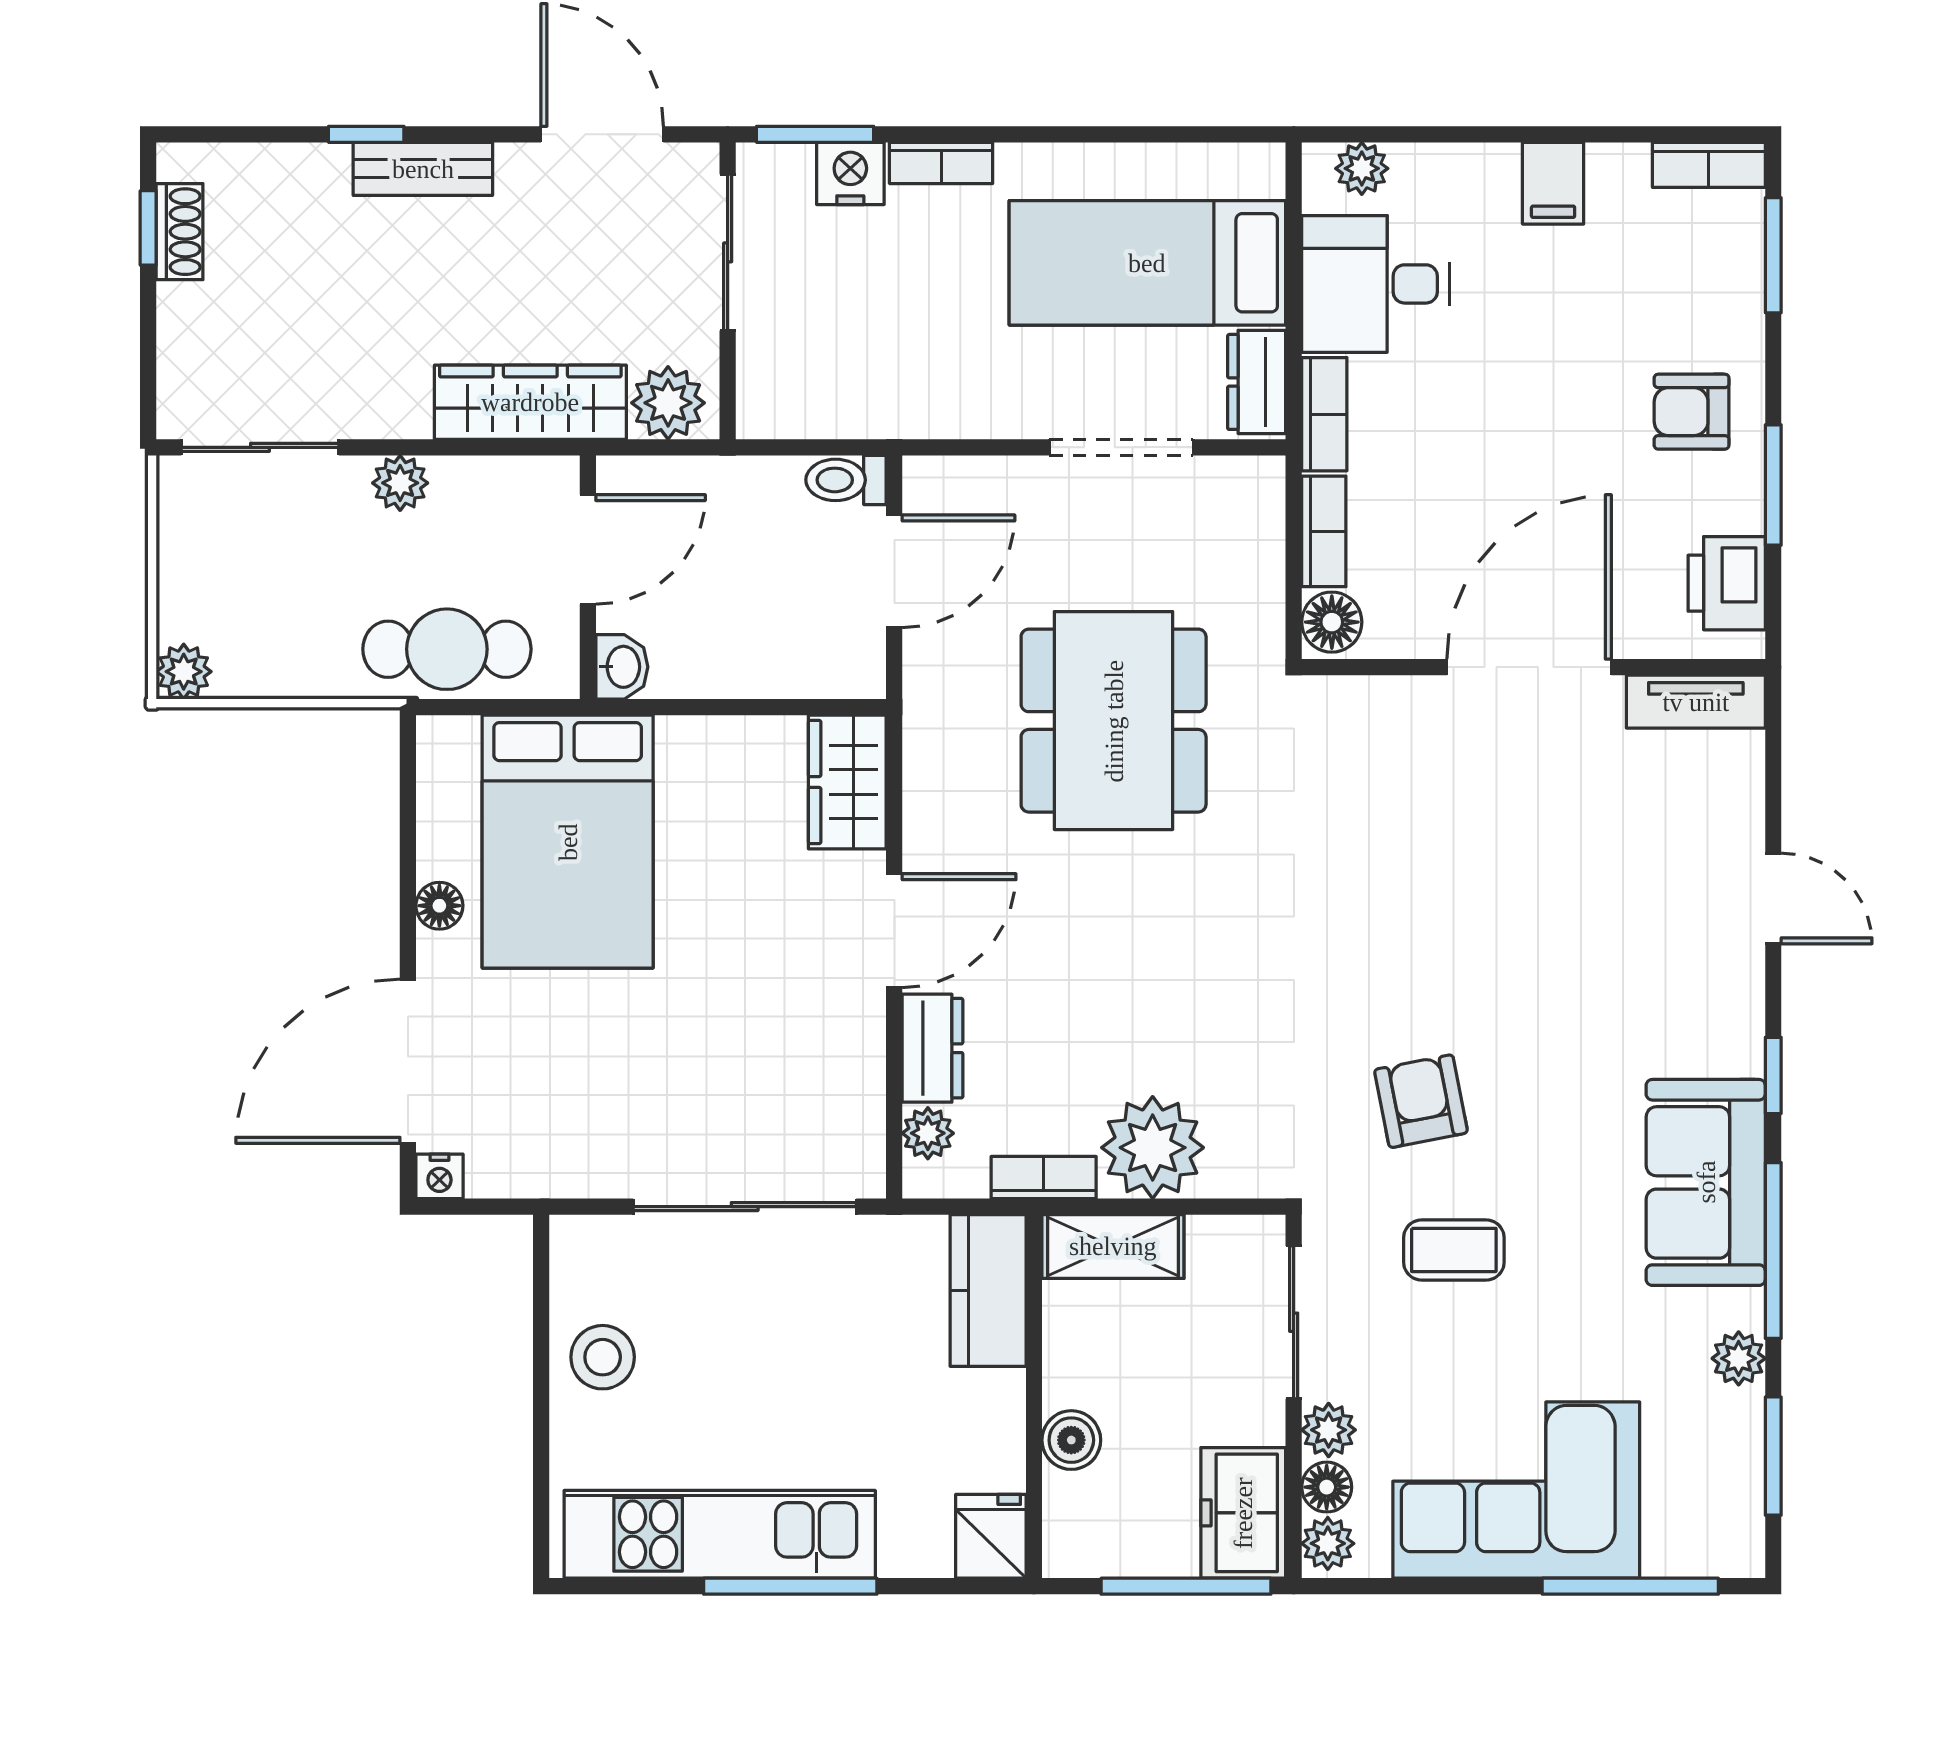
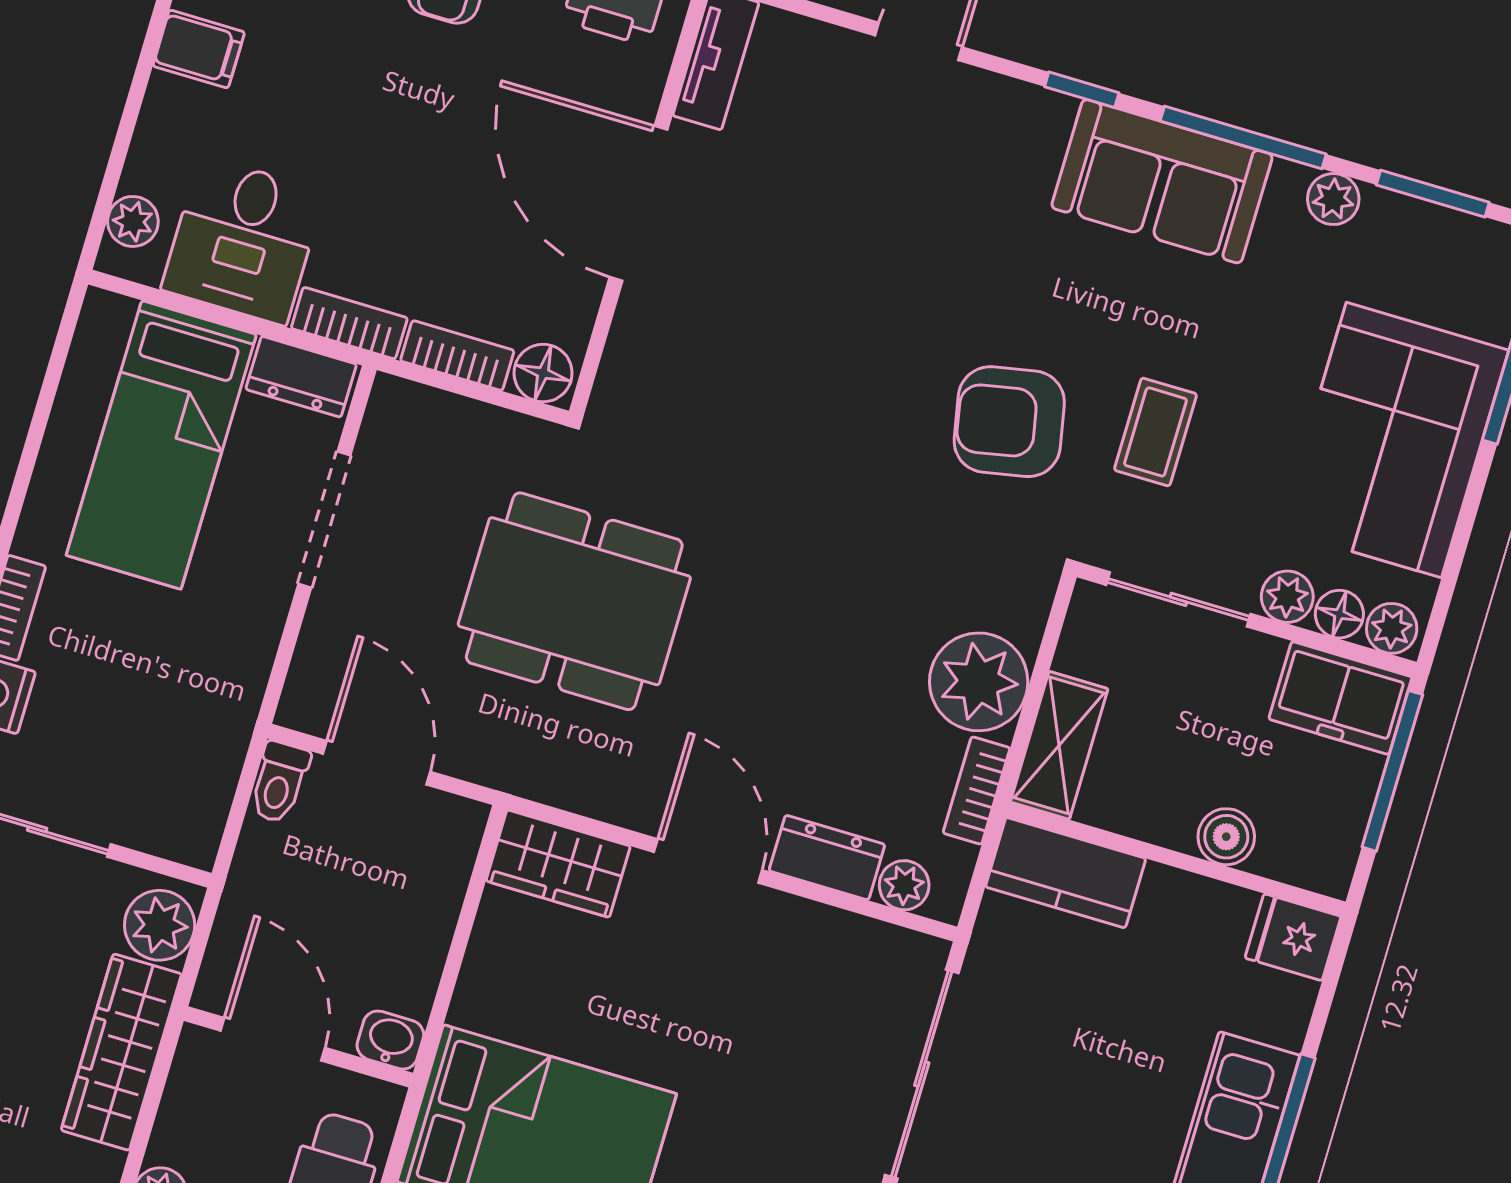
armchair: (1421, 1101) -> (1009, 422), width x1.38, depth x1.38

